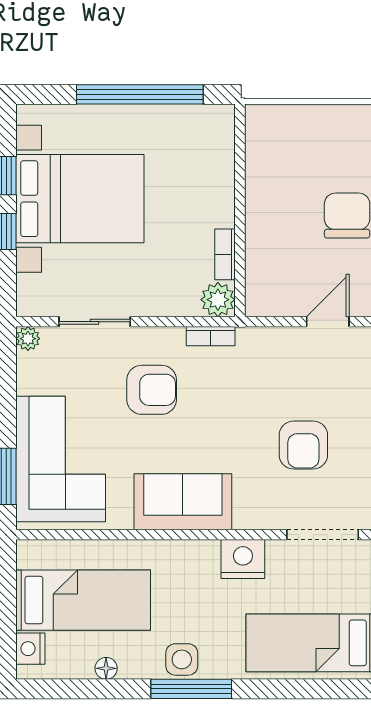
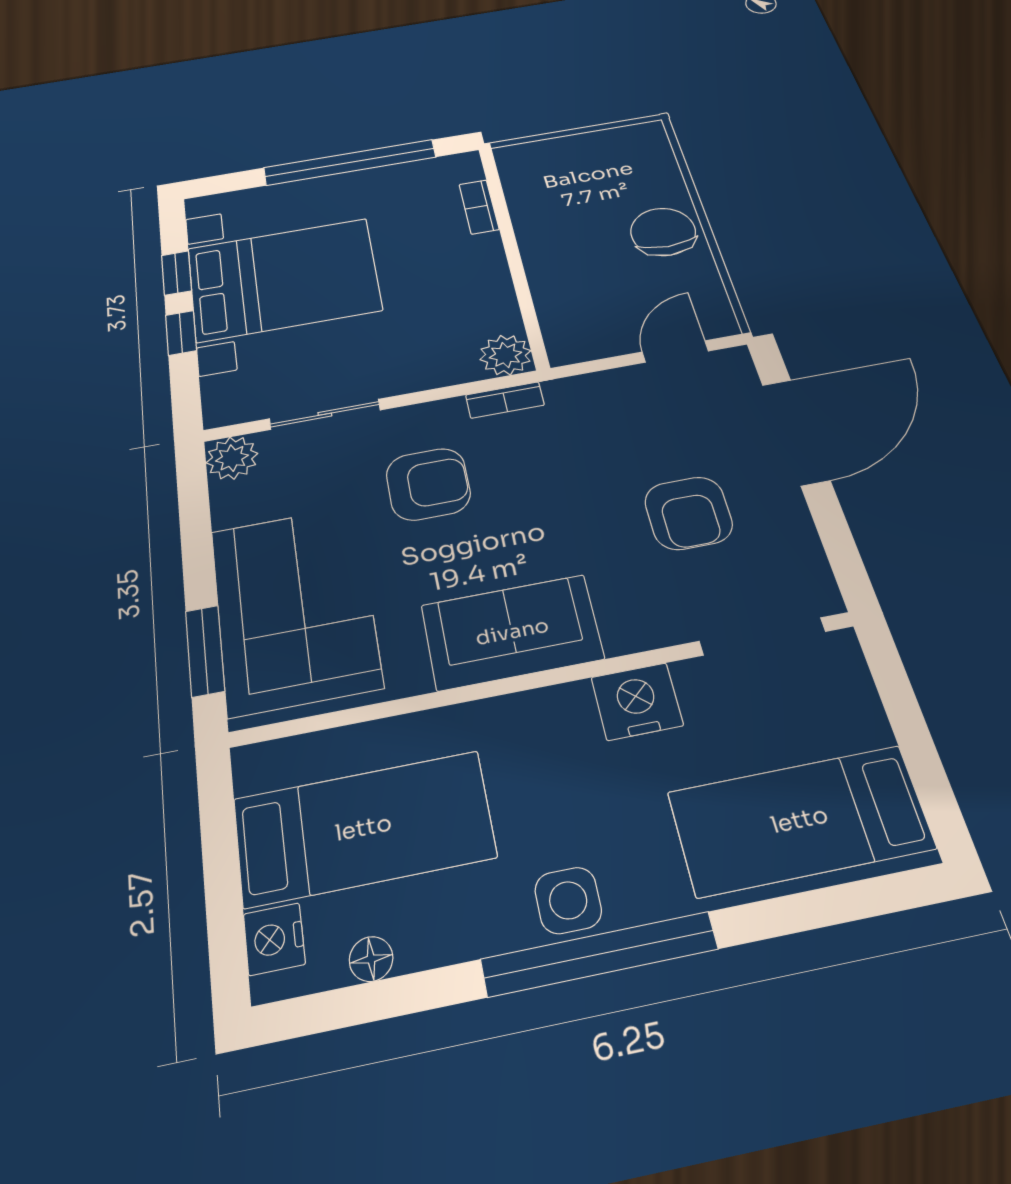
bookcase: (225, 254) -> (479, 207), moved
plant: (28, 339) -> (232, 458), width x1.38, depth x1.38
floor lamp: (106, 668) -> (371, 959), moved
window: (191, 689) -> (599, 954), width x1.46

